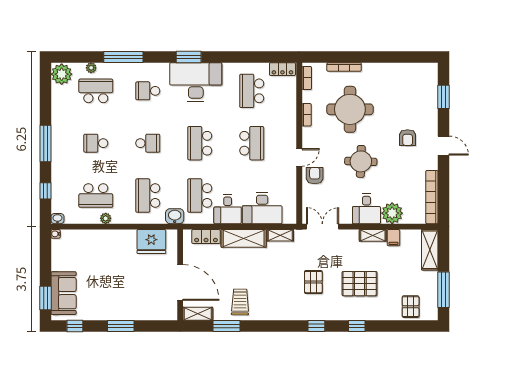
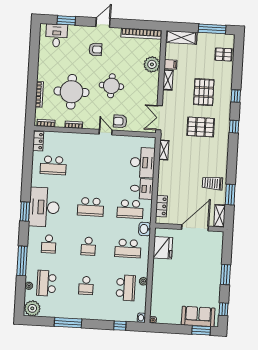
school desk: (148, 143) -> (88, 246), turned 180
school desk: (252, 143) -> (93, 168), removed
window: (46, 144) -> (68, 323), moved
desk: (366, 209) -> (57, 35), moved, turned -90
shelving: (244, 238) -> (164, 178), removed
pallet: (313, 282) -> (201, 127), width x1.50, depth x1.42

